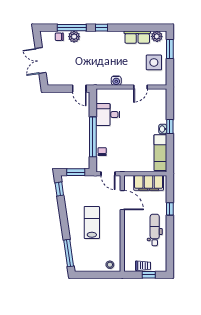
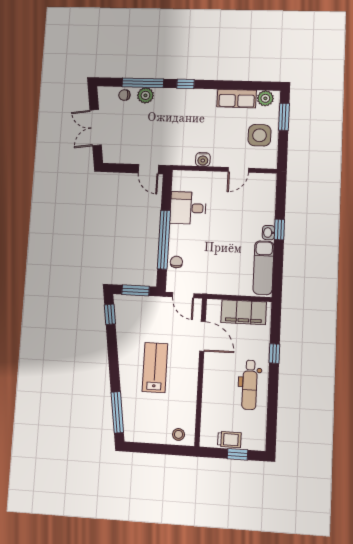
dental chair: (155, 230) -> (250, 385), turned 180

